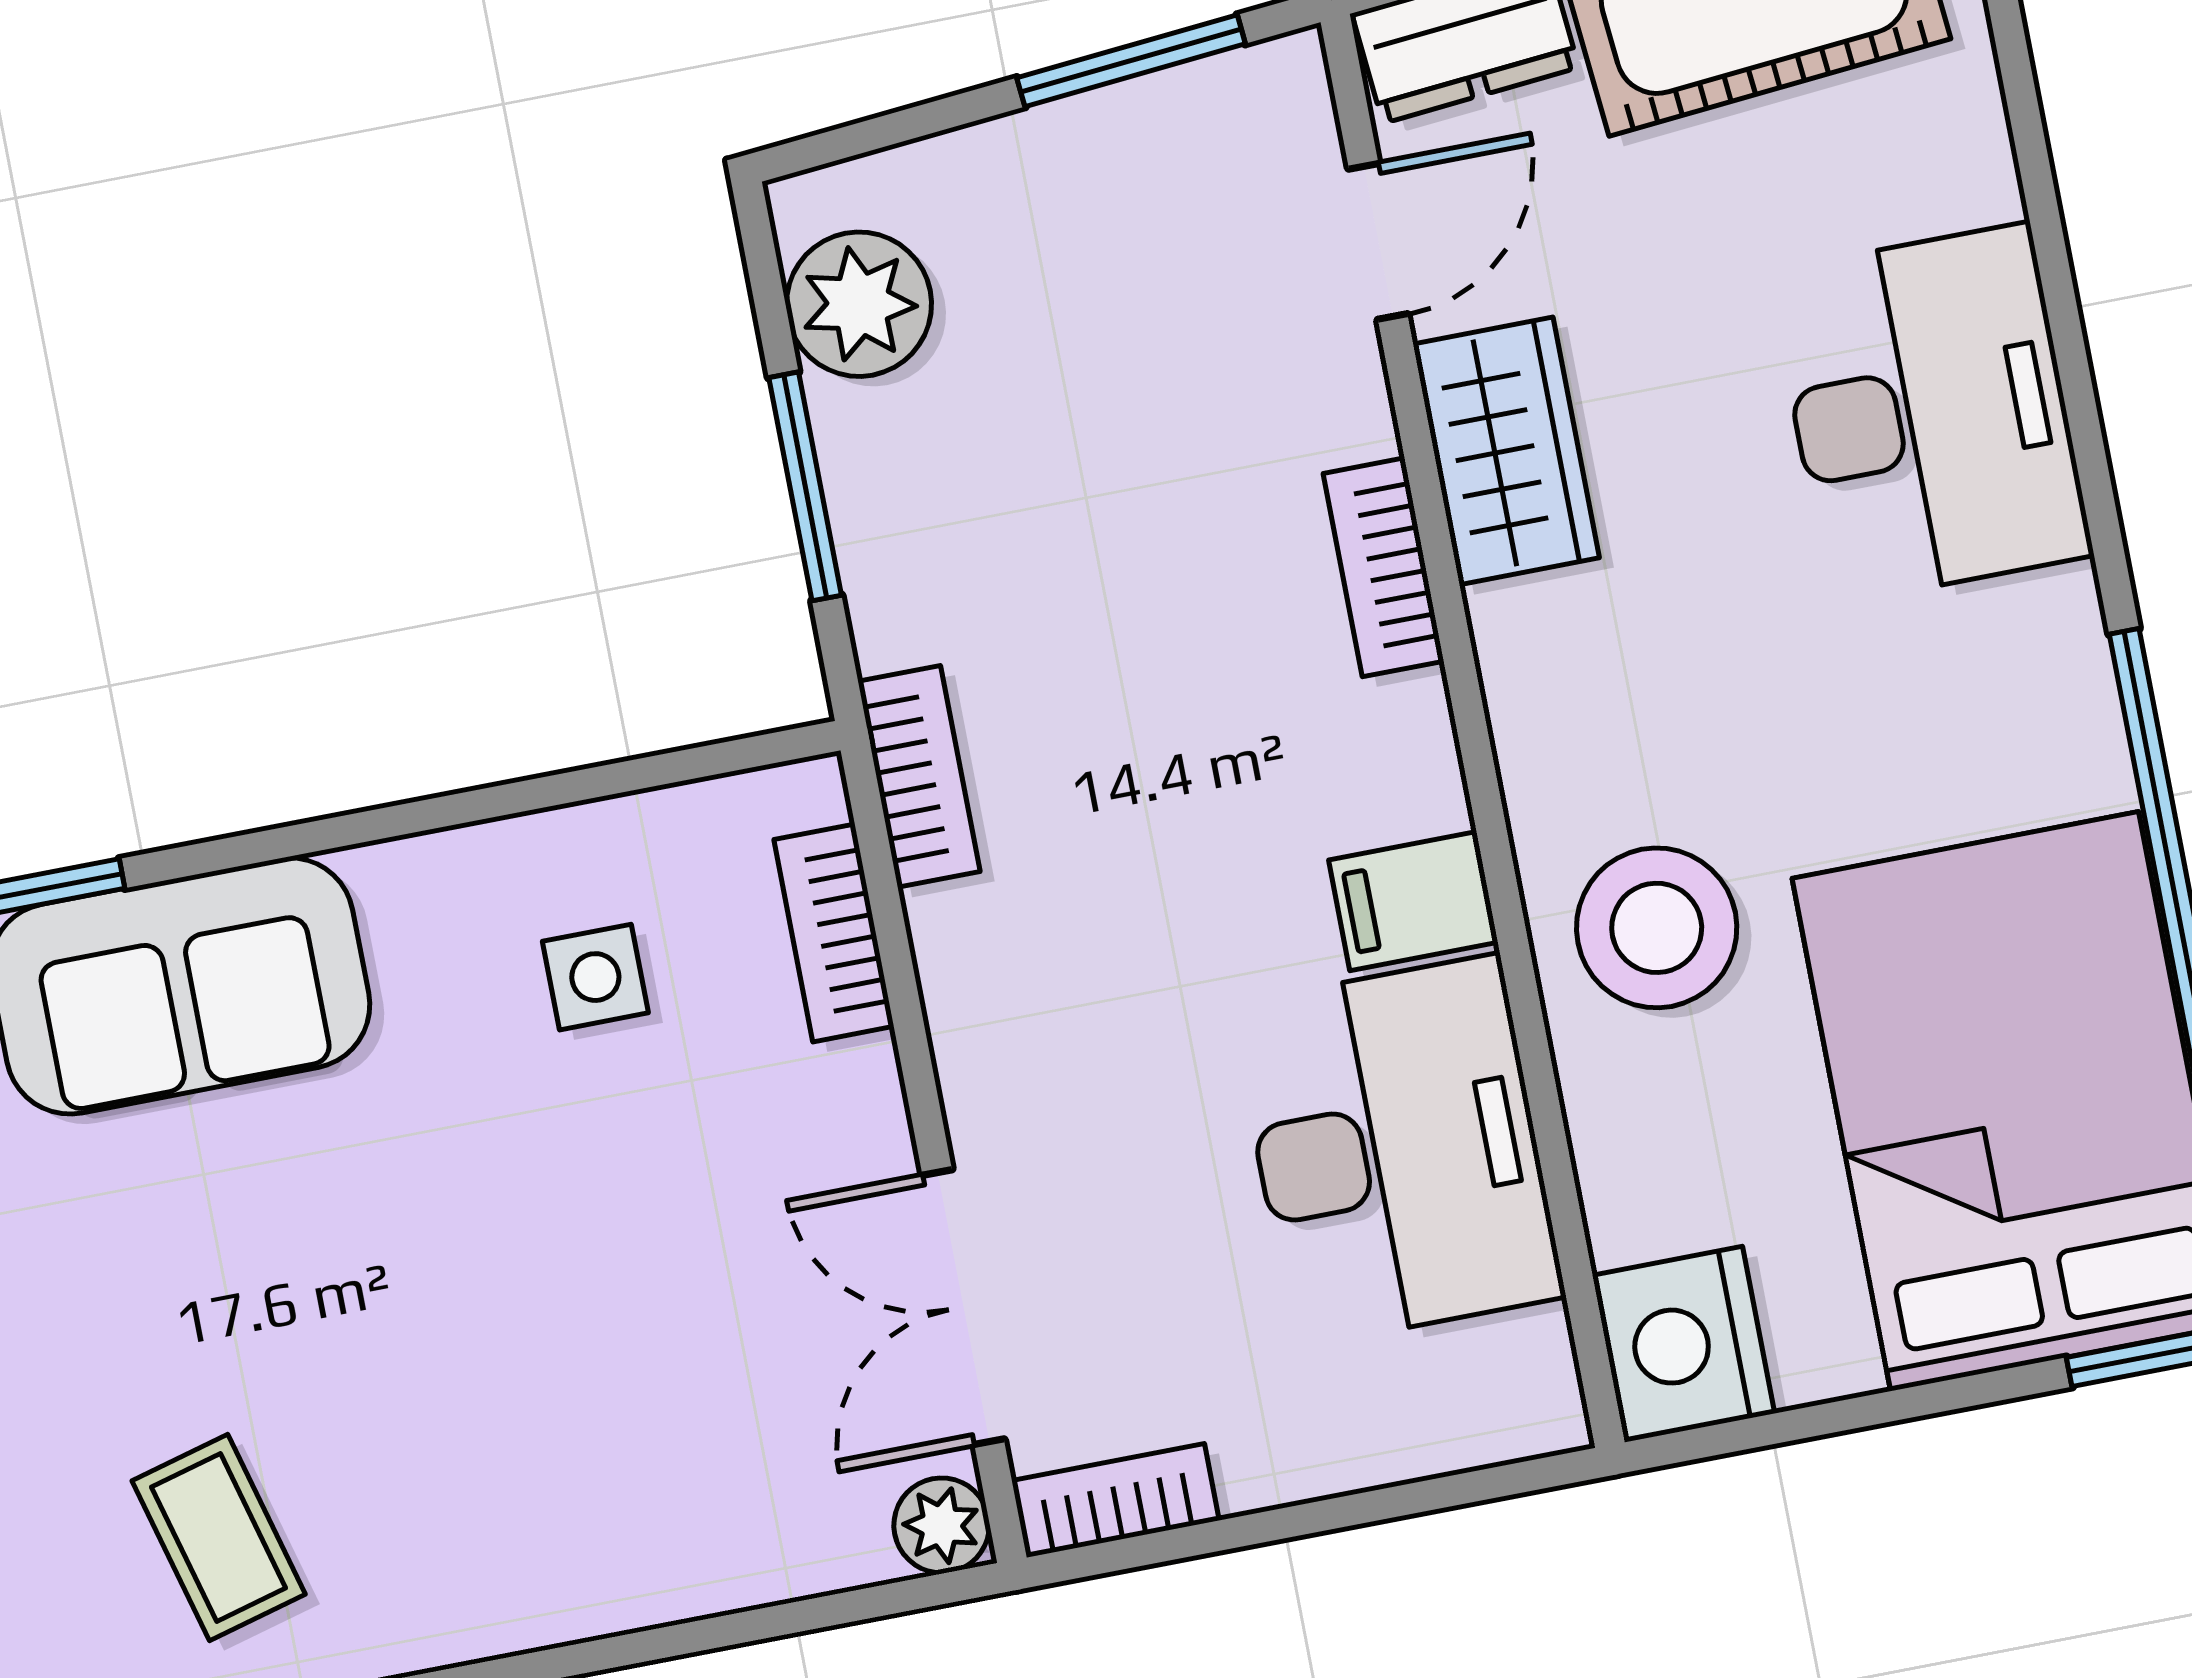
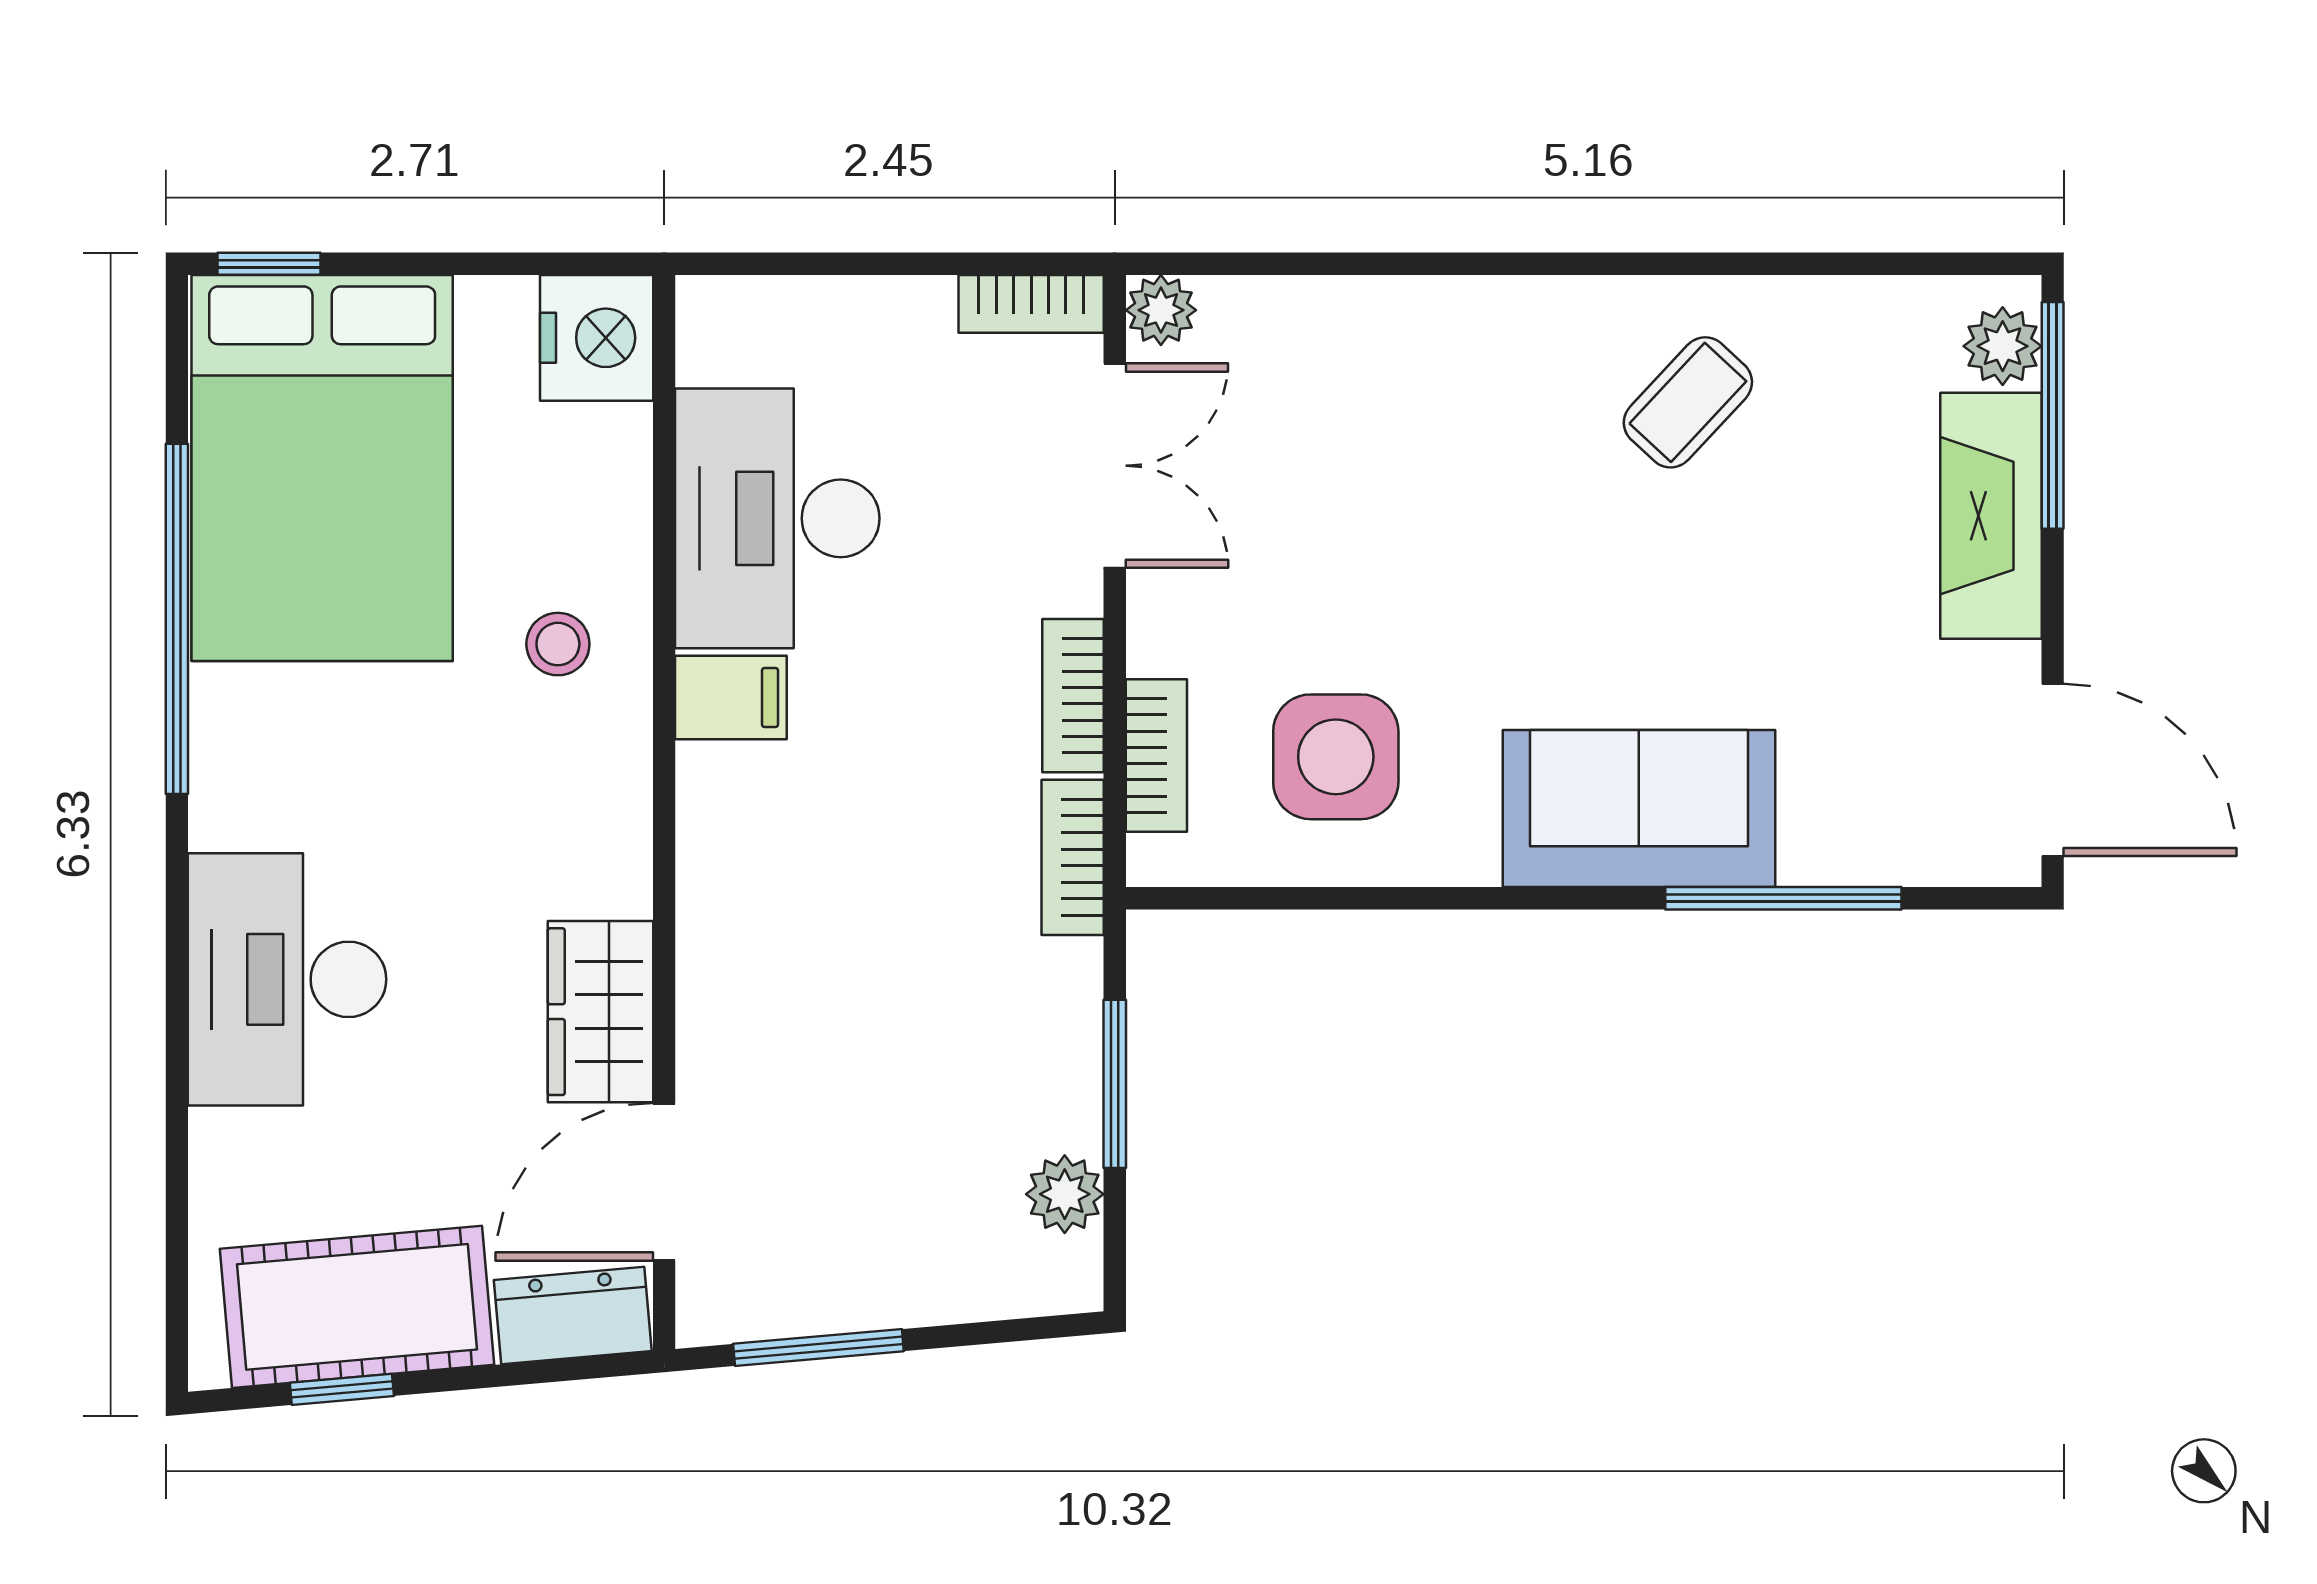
door: (1378, 241) -> (664, 1182), width x1.38
plant: (859, 304) -> (1065, 1194), width x0.73, depth x0.73
bookcase: (1384, 567) -> (1073, 696), moved, turned 180
stool: (1657, 928) -> (558, 644), width x0.53, depth x0.53
side table: (595, 977) -> (1336, 757), width x1.87, depth x1.87
coffee table: (219, 1538) -> (1688, 402), turned 58

